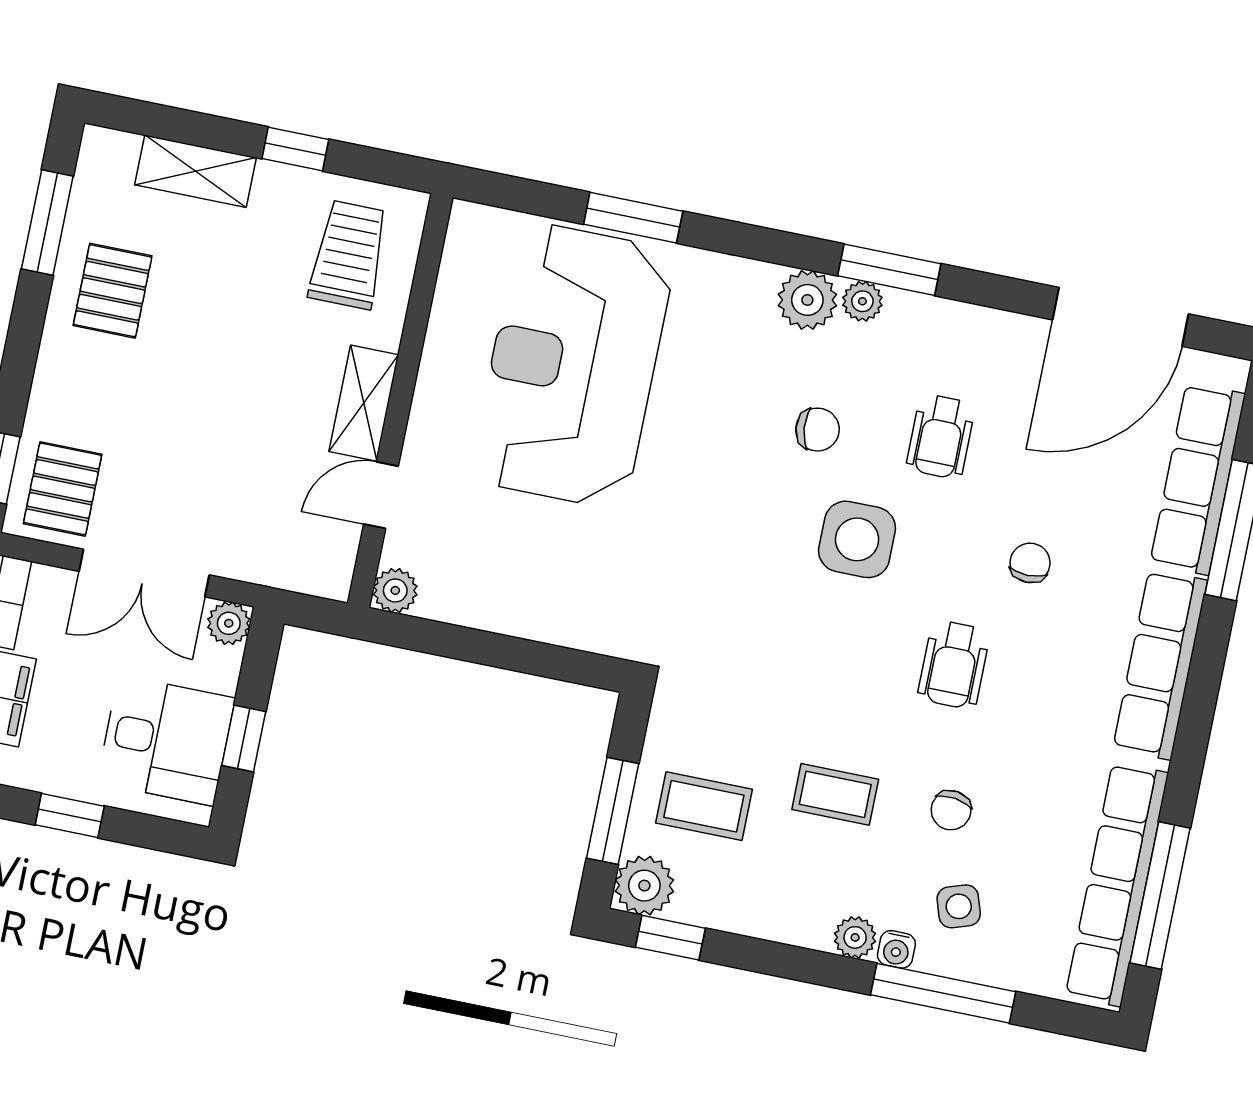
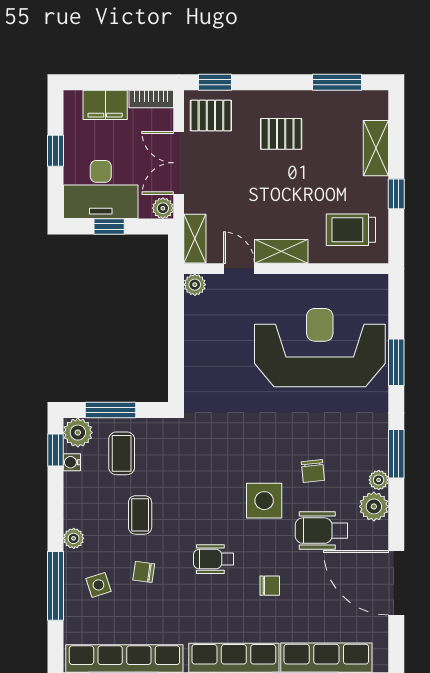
trolley: (349, 255) -> (351, 230), turned 180
window: (889, 270) -> (396, 454), moved
pallet: (113, 291) -> (281, 134), moved
plant: (807, 300) -> (374, 506), moved
door: (1121, 317) -> (396, 583), moved
wheelchair: (941, 437) -> (321, 531), width x1.36, depth x1.37
shelving: (303, 571) -> (195, 239), added
desk: (166, 740) -> (101, 189), width x1.37
water cooler: (896, 949) -> (72, 462), moved

